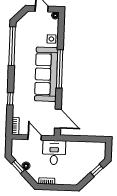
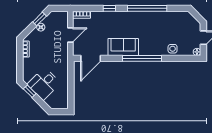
window: (12, 46) -> (147, 8), moved
sofa: (46, 74) -> (123, 47), width x0.54, depth x0.79
desk: (54, 152) -> (44, 84), moved, turned 135
window: (97, 170) -> (30, 91), moved

